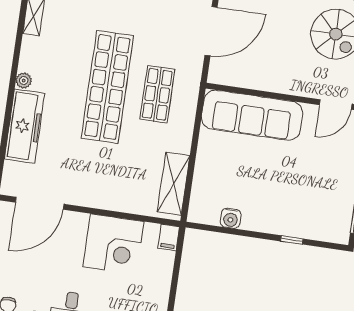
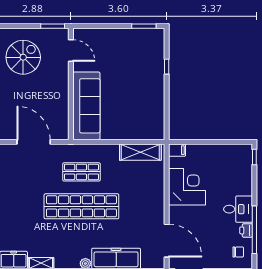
water cooler: (231, 218) -> (158, 110), removed

